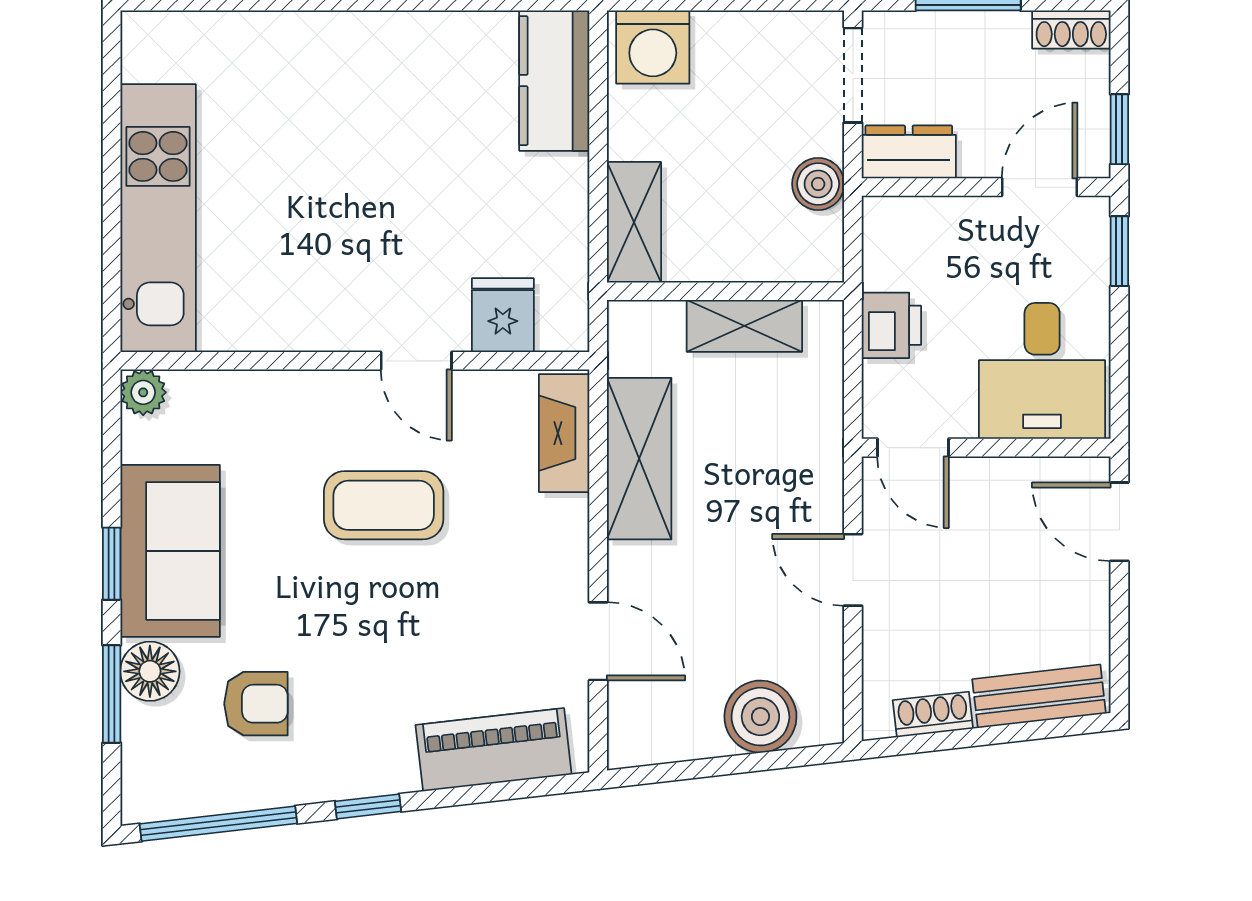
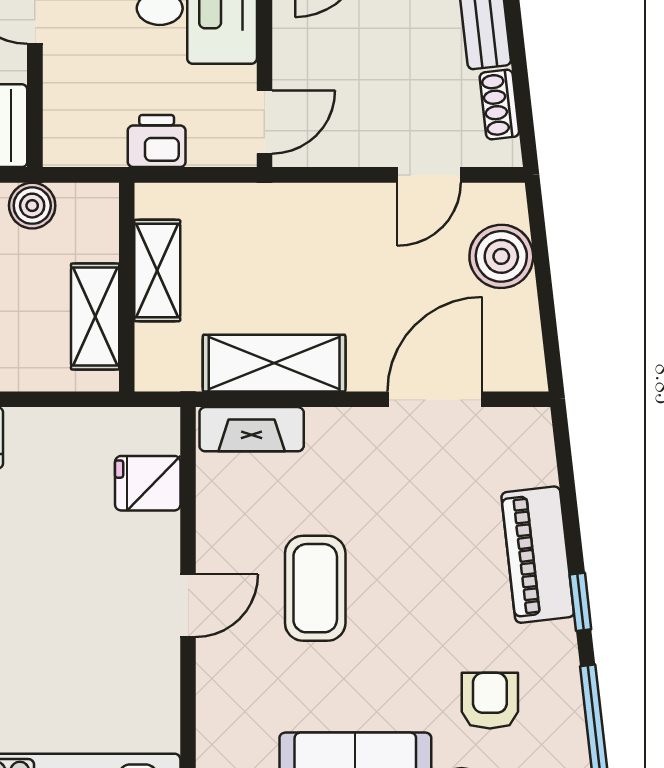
shelving: (634, 222) -> (95, 317), moved, turned 90
door: (416, 361) -> (188, 606), moved
door: (853, 570) -> (429, 175), moved
door: (598, 641) -> (435, 399), width x1.38
piano: (494, 750) -> (538, 555), moved

